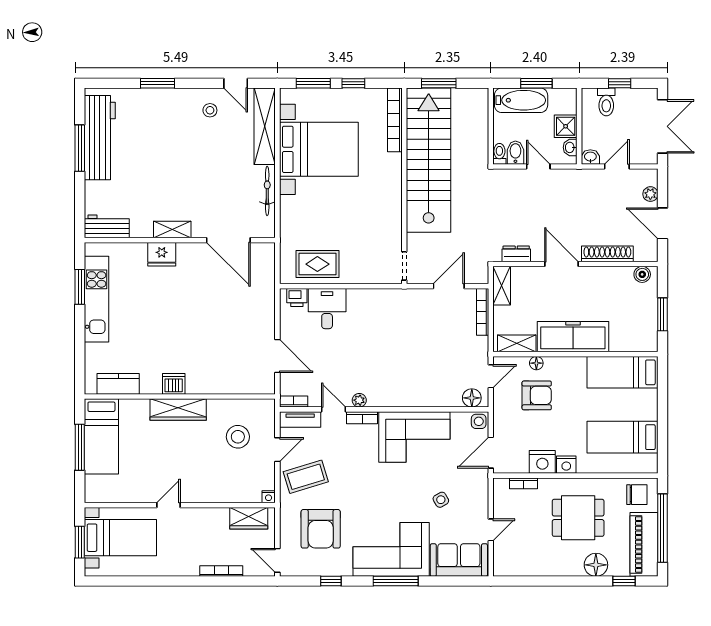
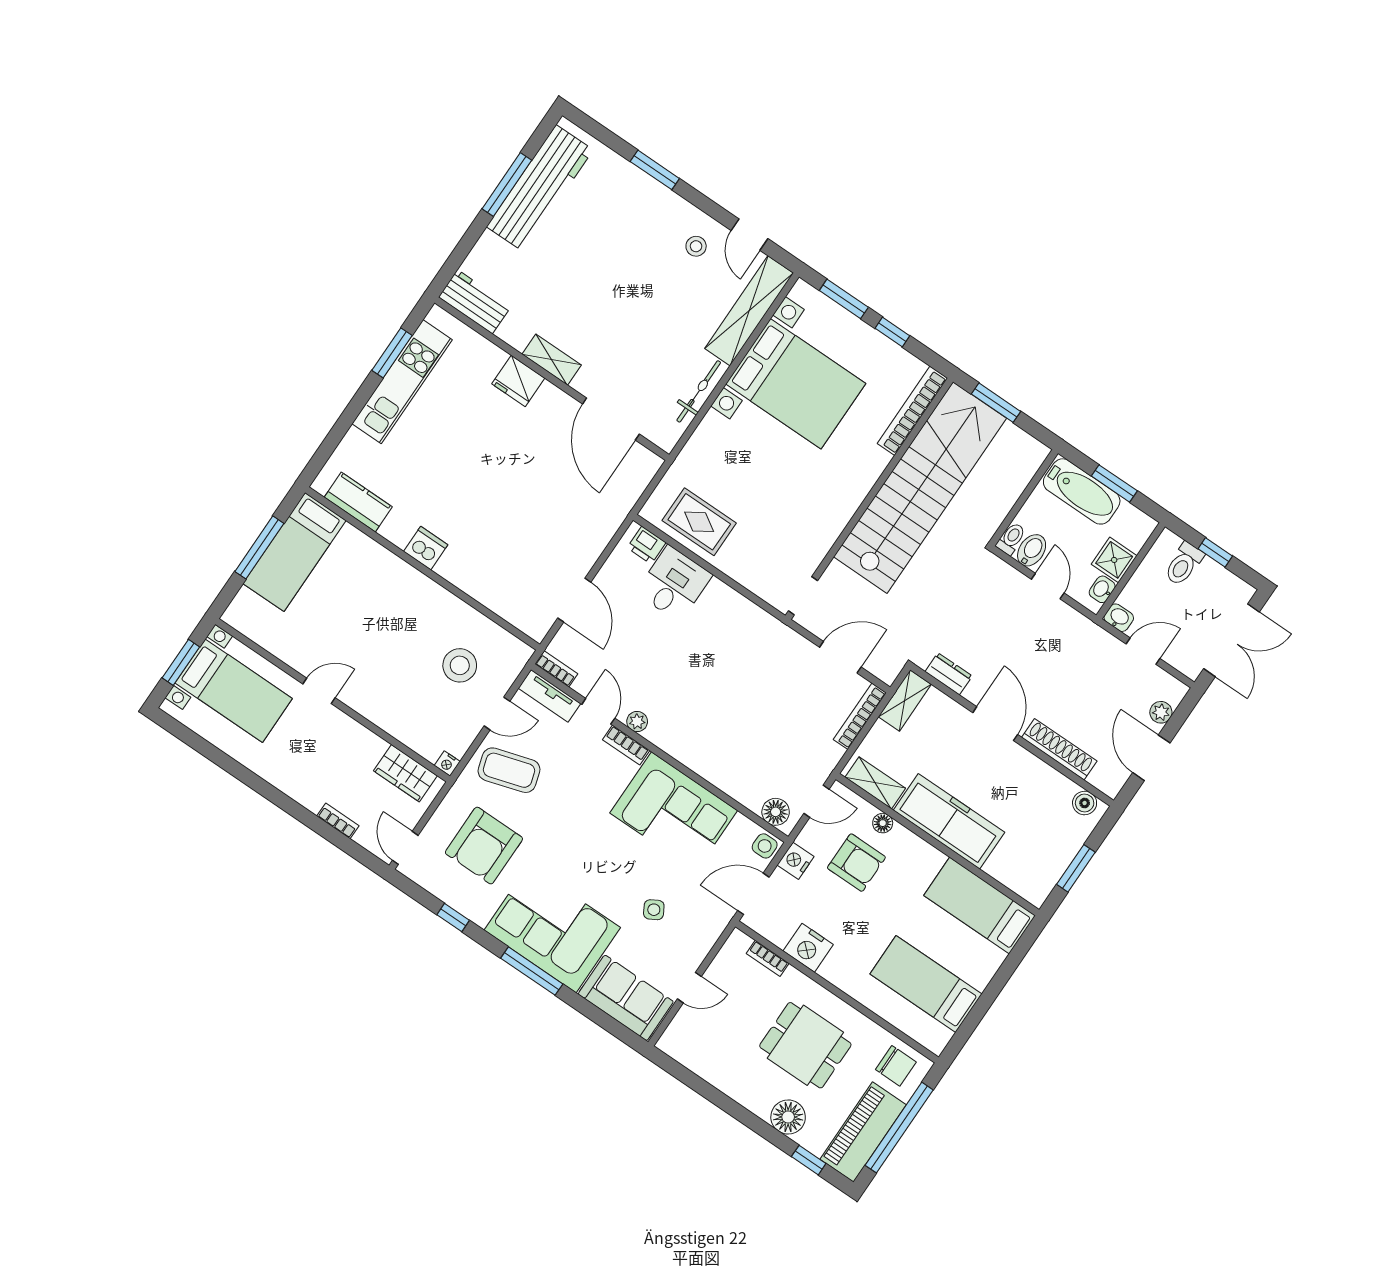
wardrobe: (178, 410) -> (410, 583), removed
nightstand: (566, 465) -> (795, 861), moved, turned 90
bookcase: (221, 571) -> (338, 821), width x0.64

